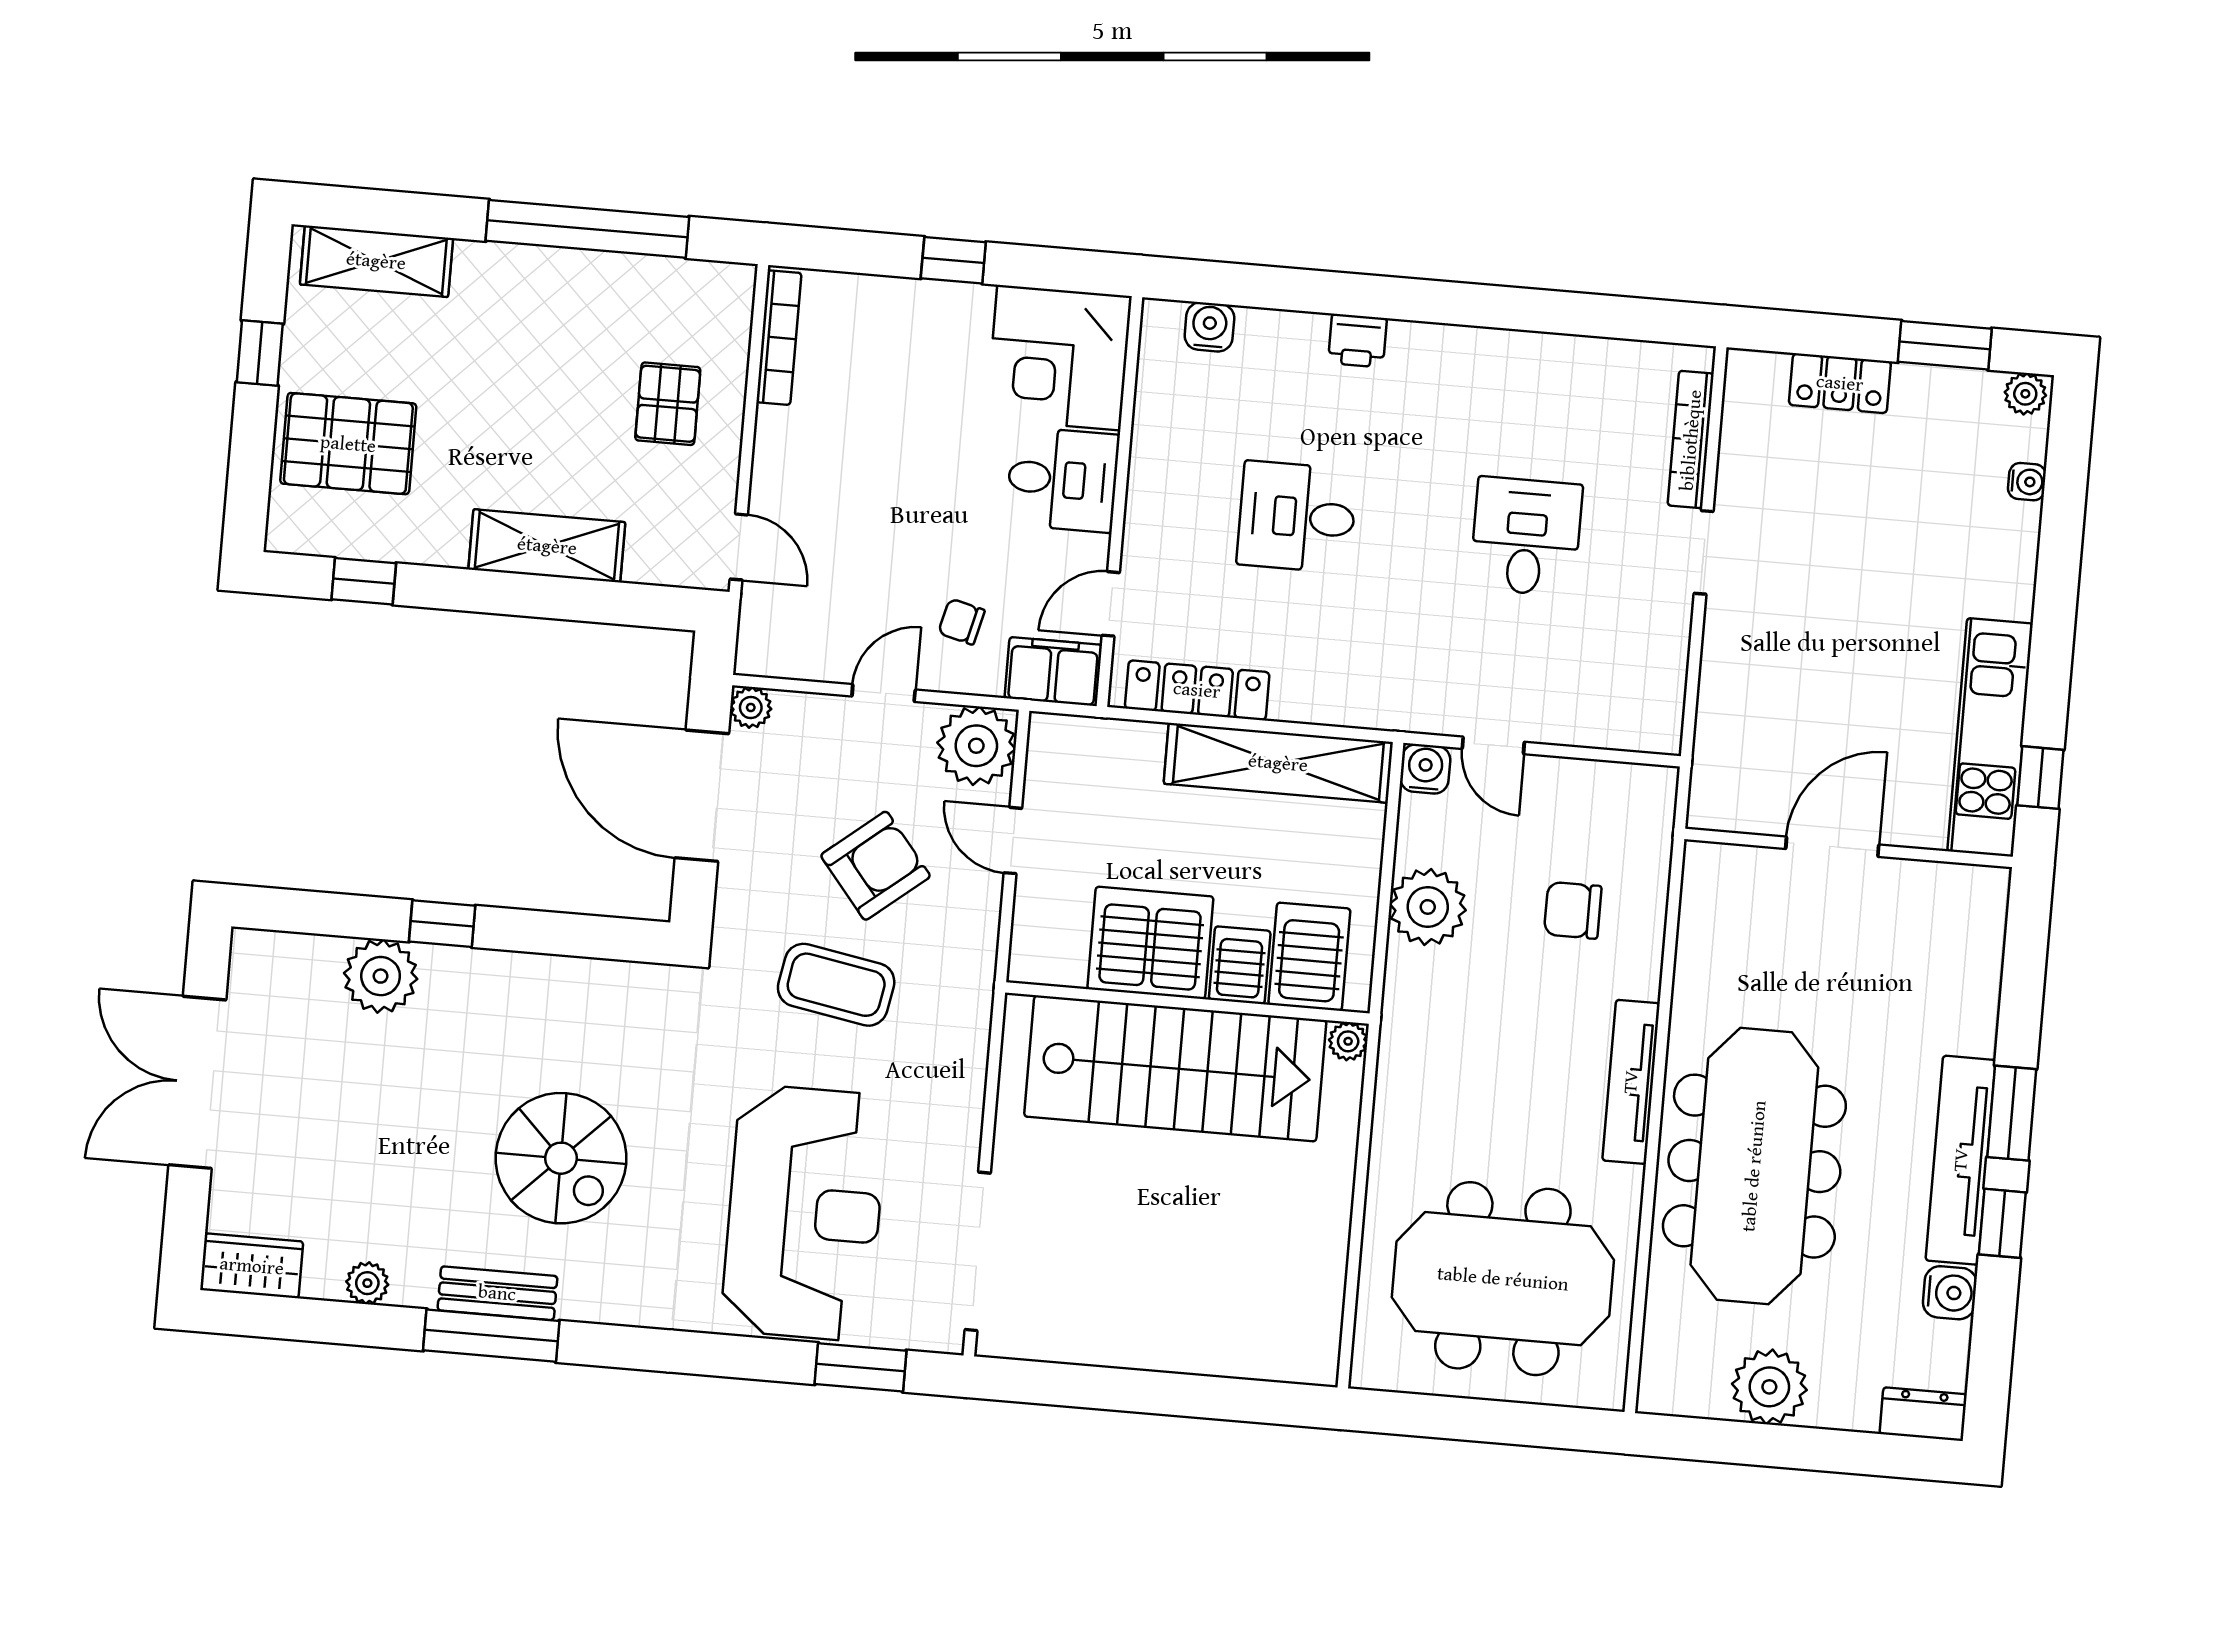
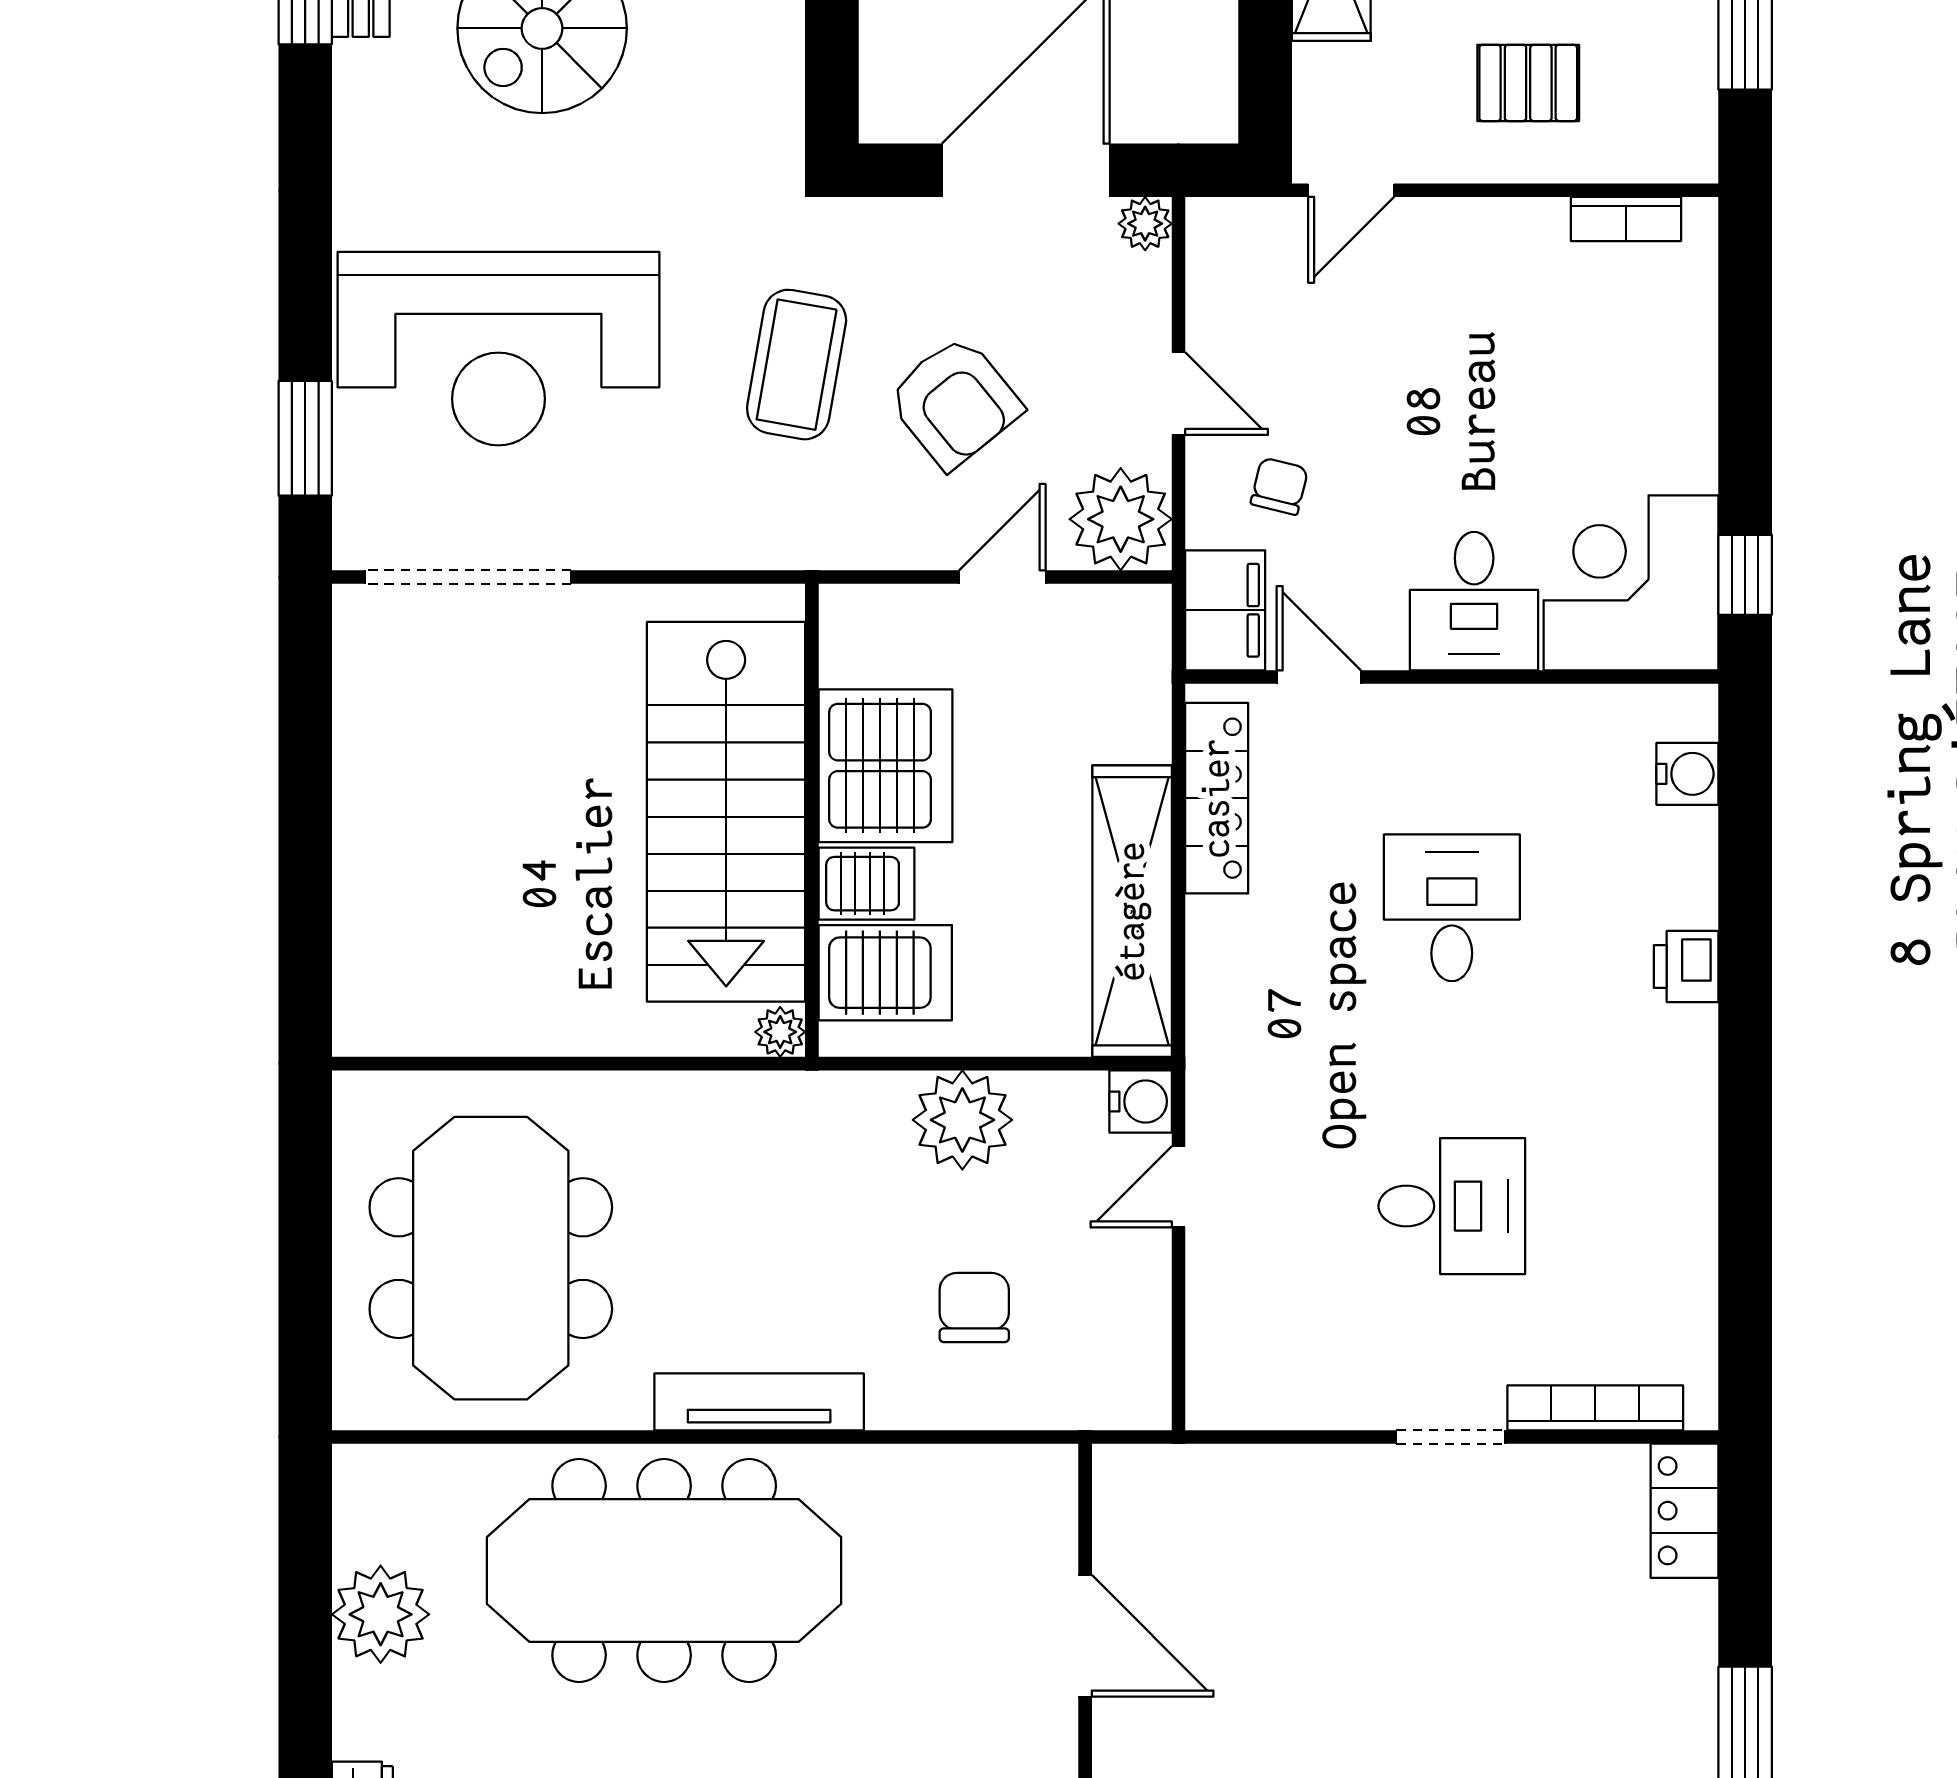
window: (953, 260) -> (1745, 575), moved
bookcase: (779, 338) -> (1626, 219), width x0.64
locker: (1840, 383) -> (1685, 1511), moved

